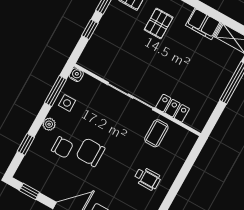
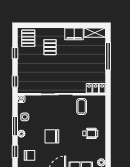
window: (90, 29) -> (15, 81), moved
window: (56, 91) -> (15, 126), moved
locker: (172, 108) -> (96, 88), moved
chair: (62, 147) -> (30, 155), moved

